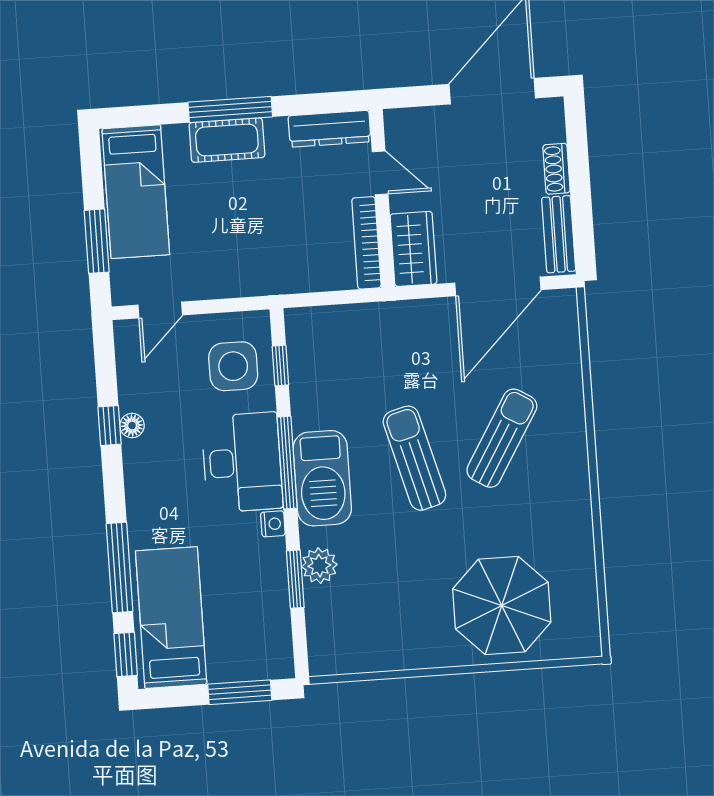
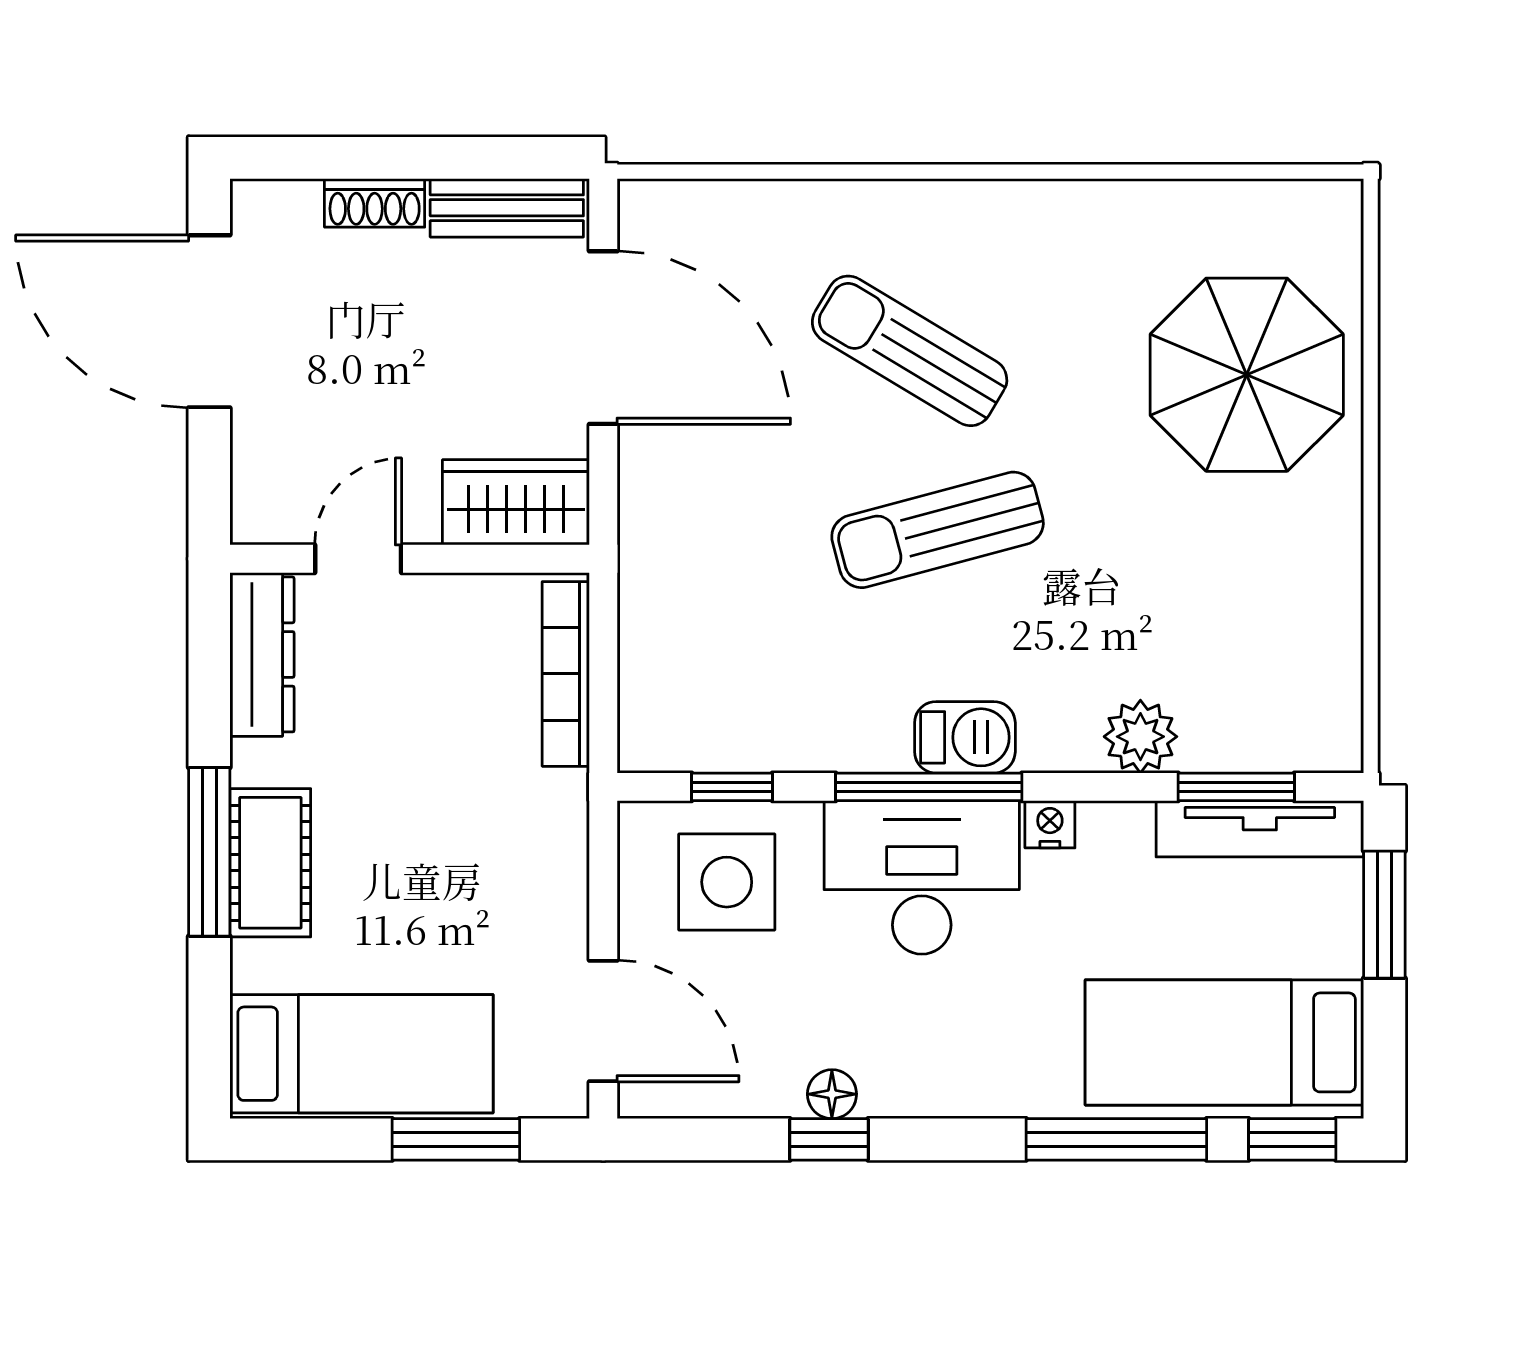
bookcase: (366, 243) -> (566, 674), moved, turned 90
door: (160, 310) -> (603, 1021), width x1.38
barbecue: (322, 478) -> (965, 737), width x0.53, depth x0.65
window: (295, 579) -> (1236, 787), moved
tv unit: (278, 628) -> (1260, 829), added

